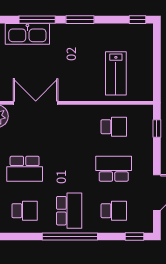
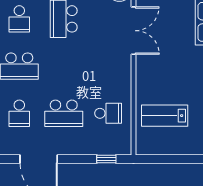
school desk: (114, 127) -> (108, 113), turned -90
school desk: (114, 169) -> (64, 113), turned 90

